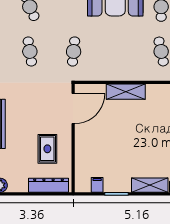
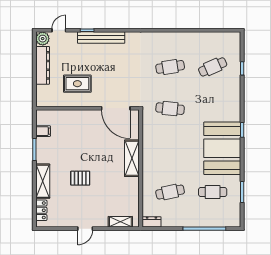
pallet: (147, 146) -> (80, 178), added
dresser: (48, 185) -> (43, 65), moved

